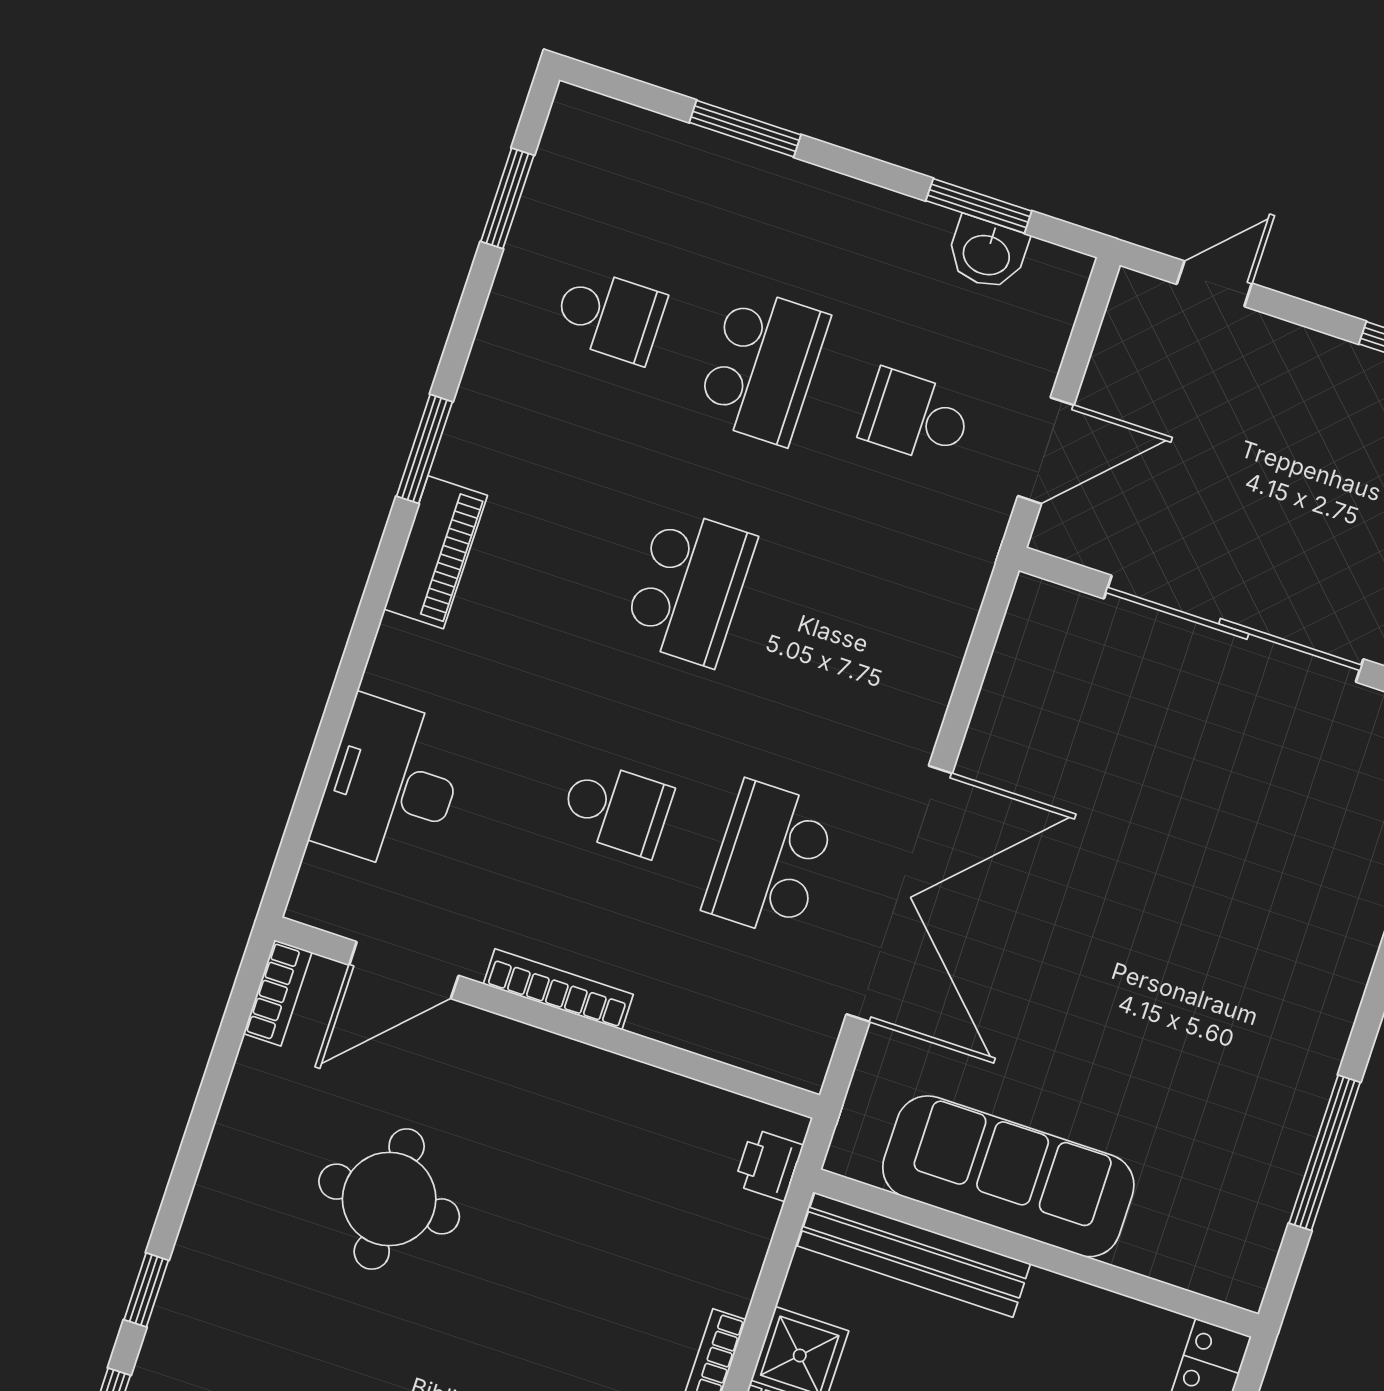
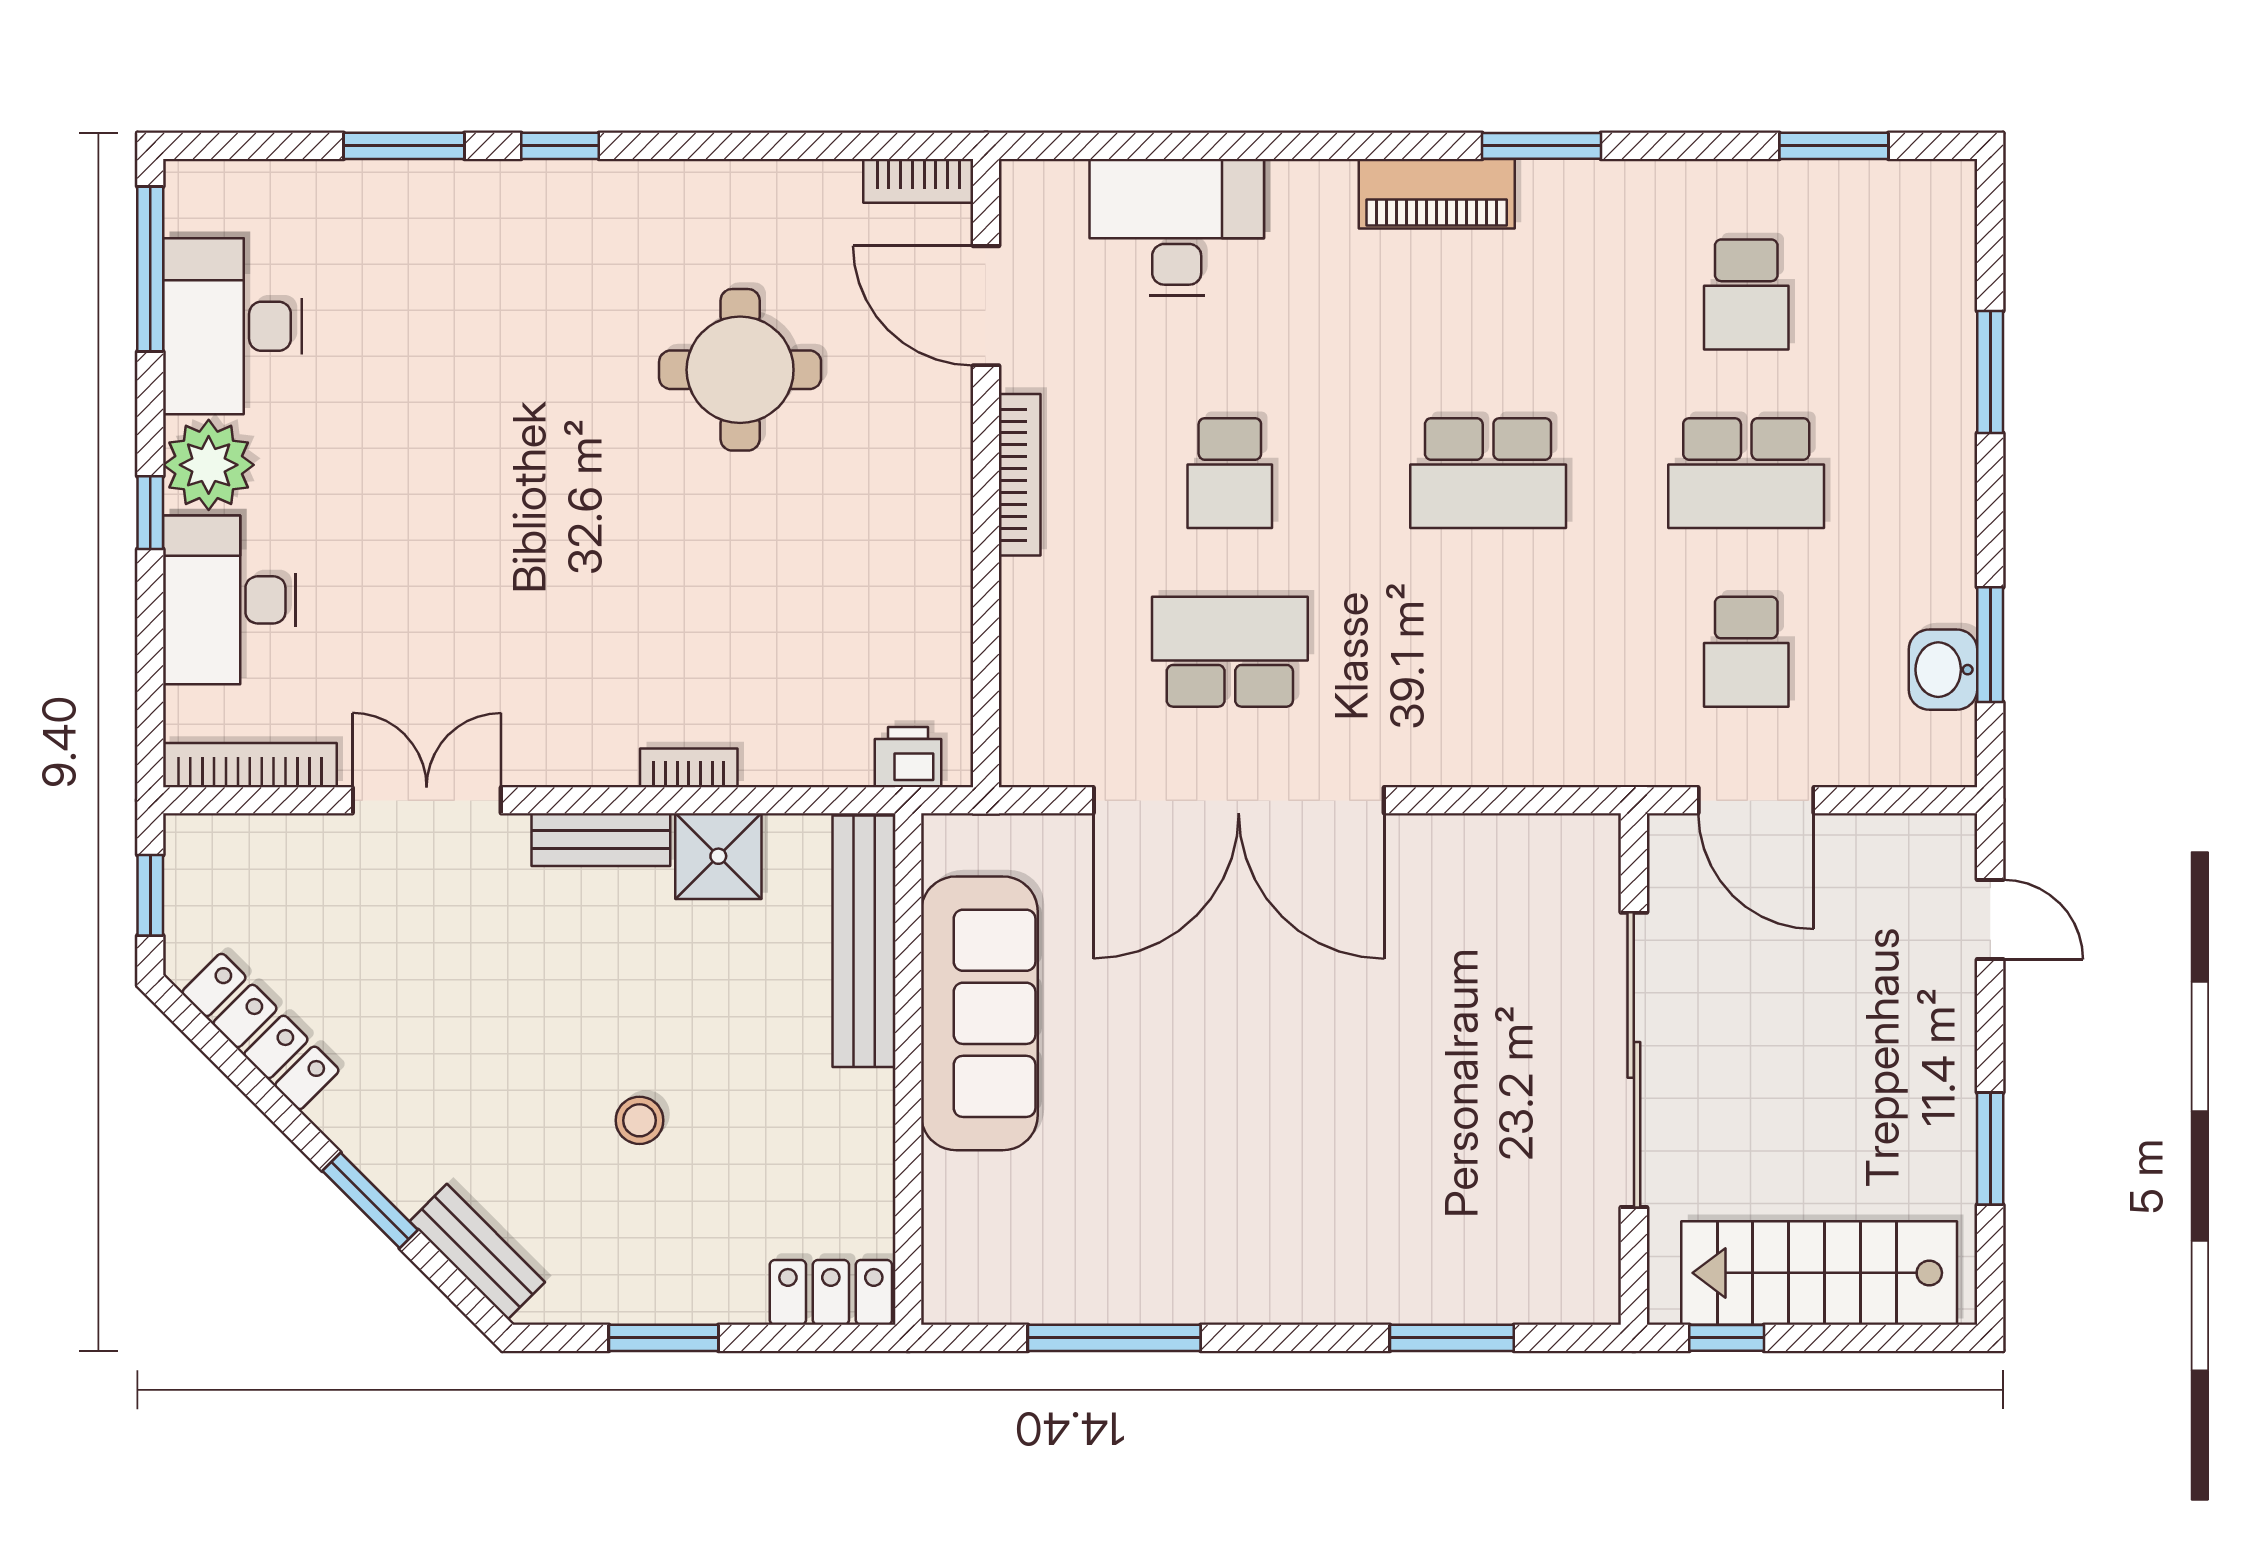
school desk: (916, 417) -> (1746, 652), turned 180

